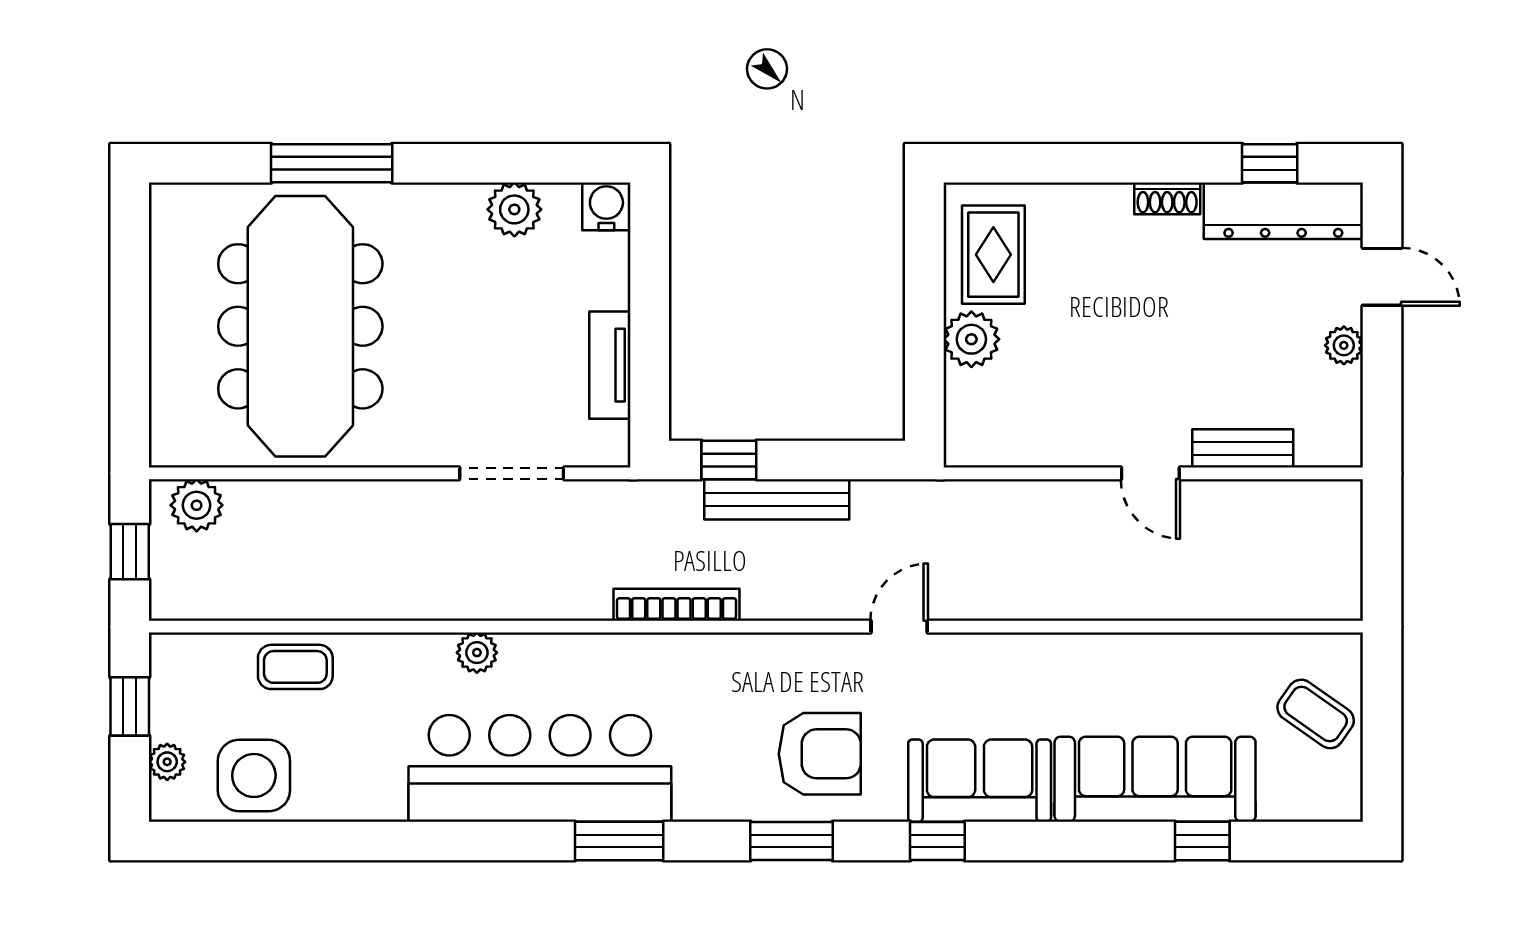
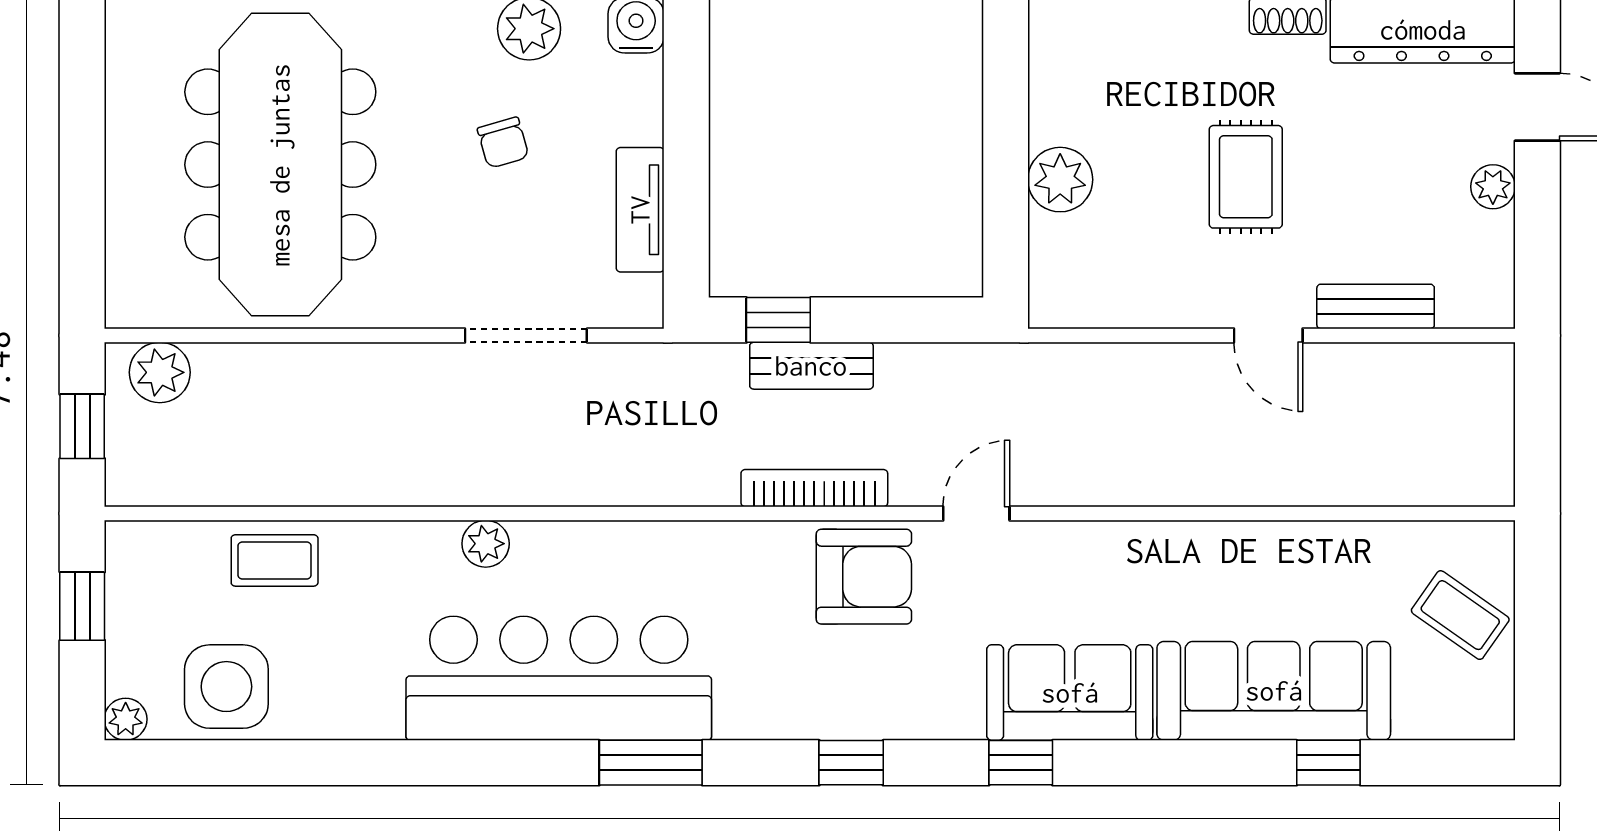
rug: (993, 255) -> (1246, 177), moved
chair: (492, 307) -> (503, 143), added
bench: (777, 499) -> (811, 366), width x0.73
bookcase: (676, 605) -> (814, 488), moved
armchair: (820, 754) -> (864, 577), moved
plant: (167, 762) -> (126, 719), moved
window: (791, 841) -> (851, 763), width x0.67

